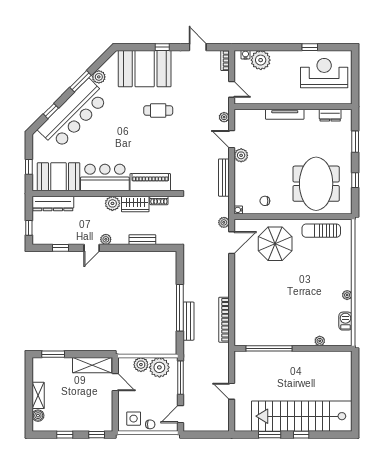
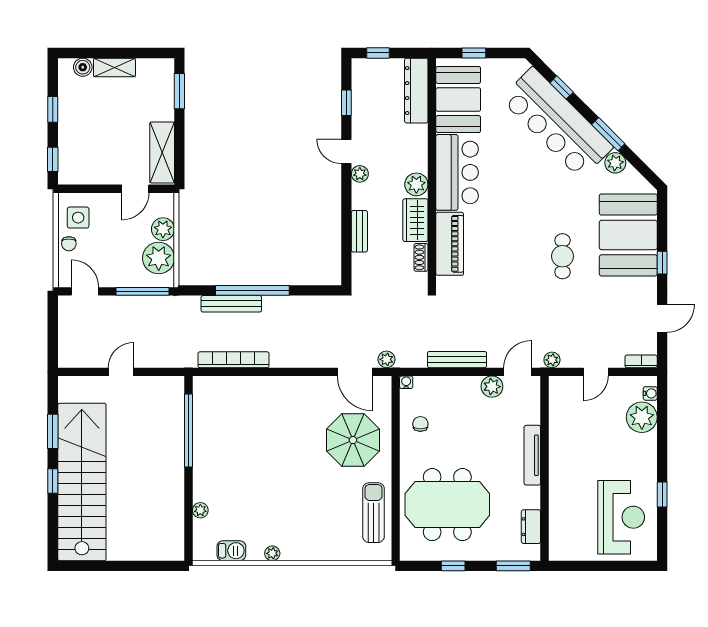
wall: (293, 107) -> (545, 468), moved
tv unit: (285, 114) -> (532, 455), moved
dresser: (330, 115) -> (531, 527), moved

